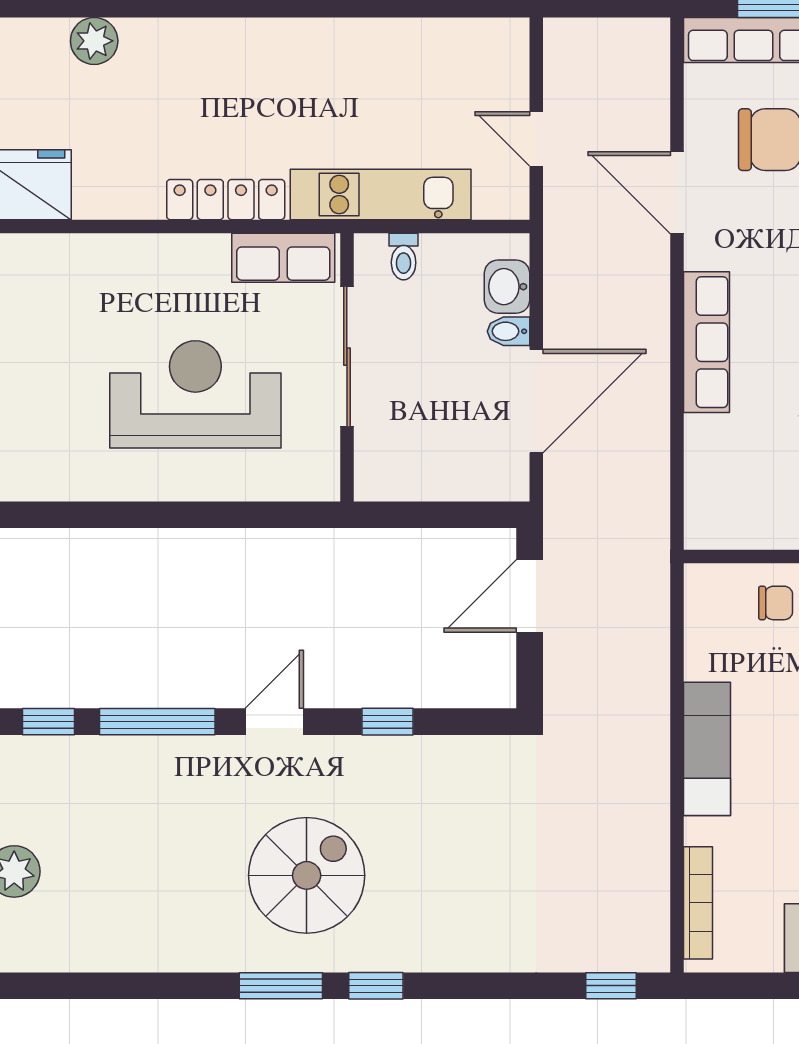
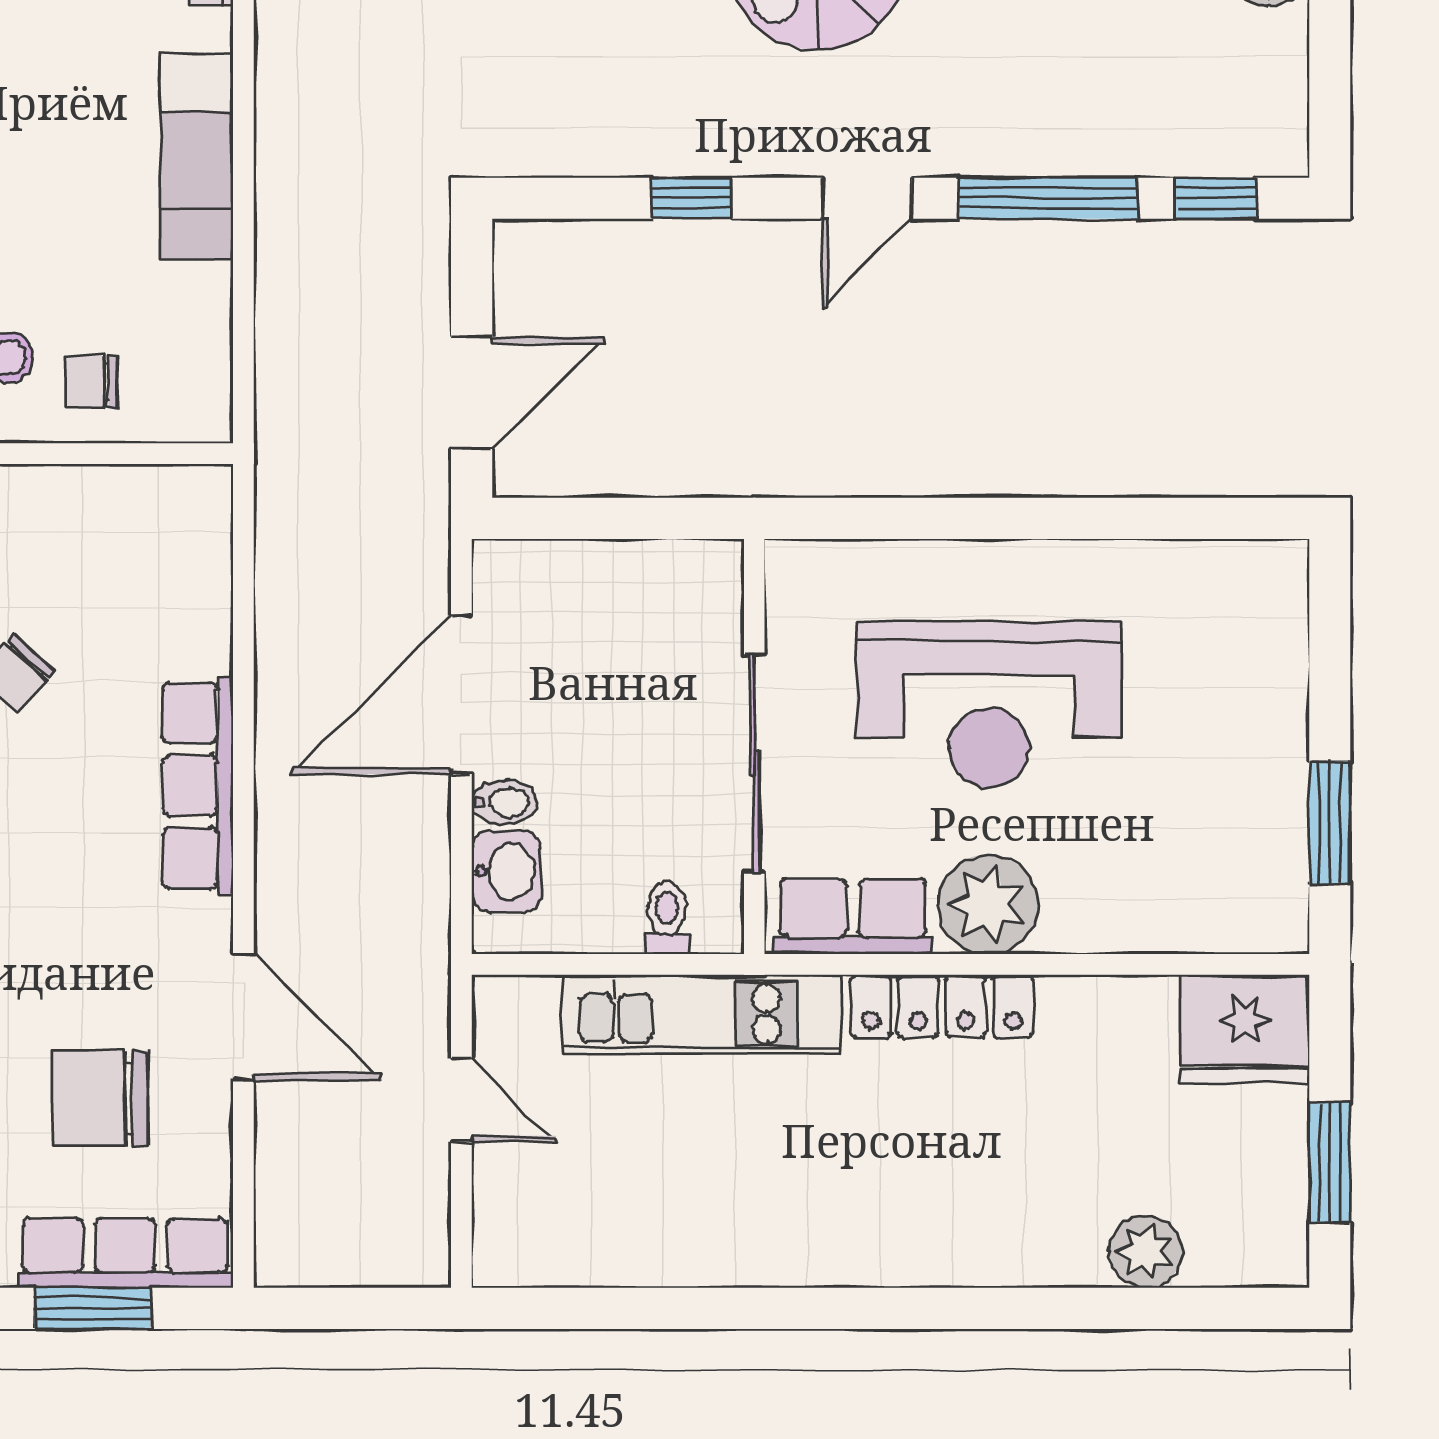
plant: (196, 265) -> (988, 904), added

